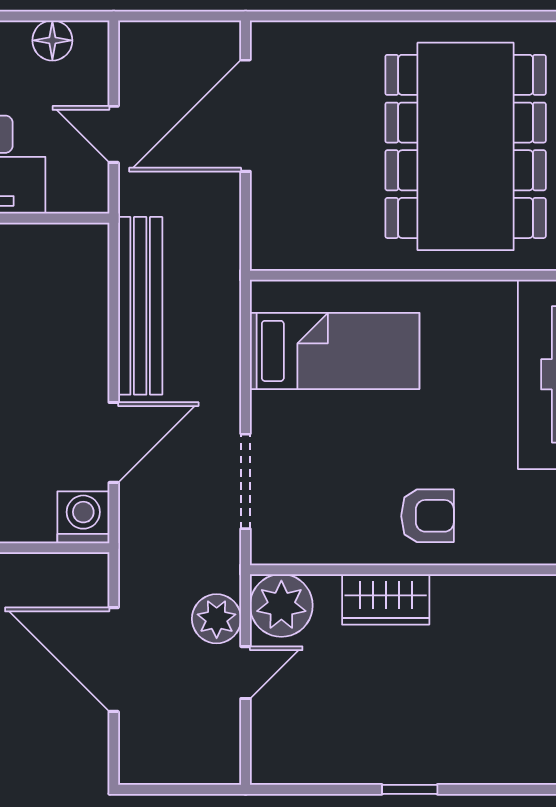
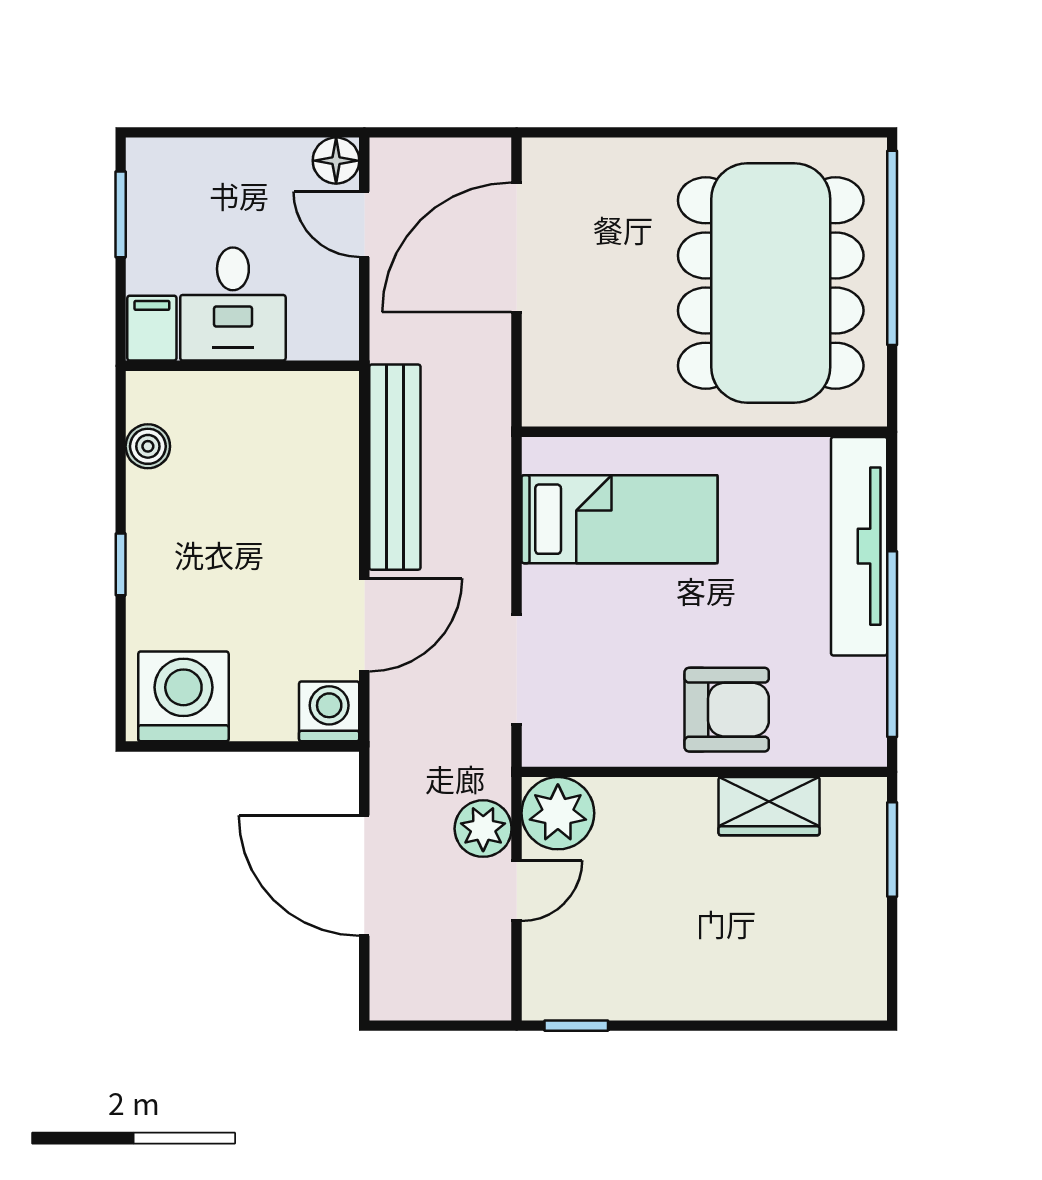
floor lamp: (52, 40) -> (336, 161), moved
door: (114, 134) -> (364, 224), moved
armchair: (427, 516) -> (727, 710), width x1.38, depth x1.38
wardrobe: (386, 599) -> (769, 806), moved
window: (410, 789) -> (576, 1026), moved

